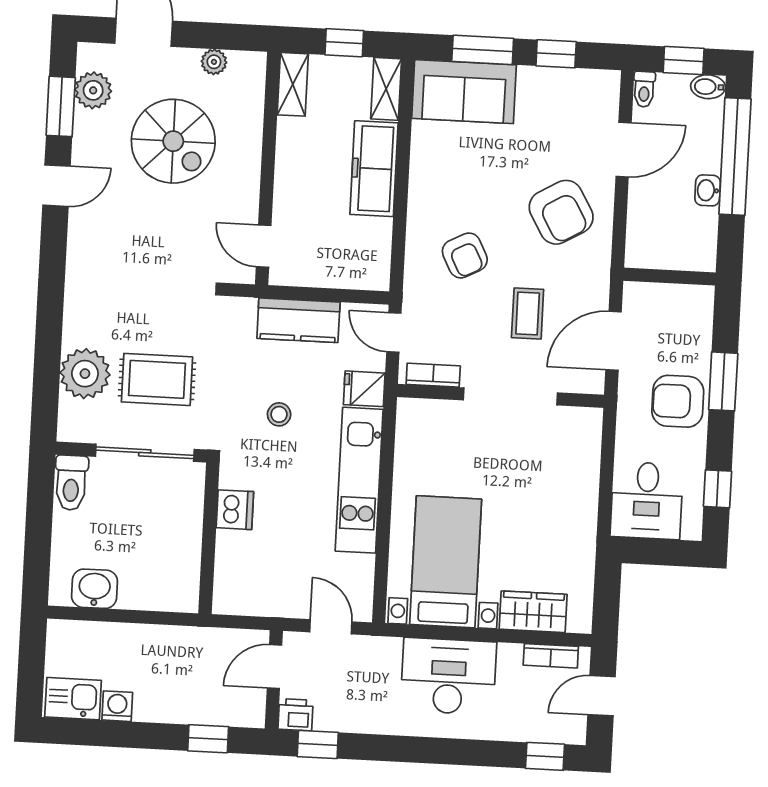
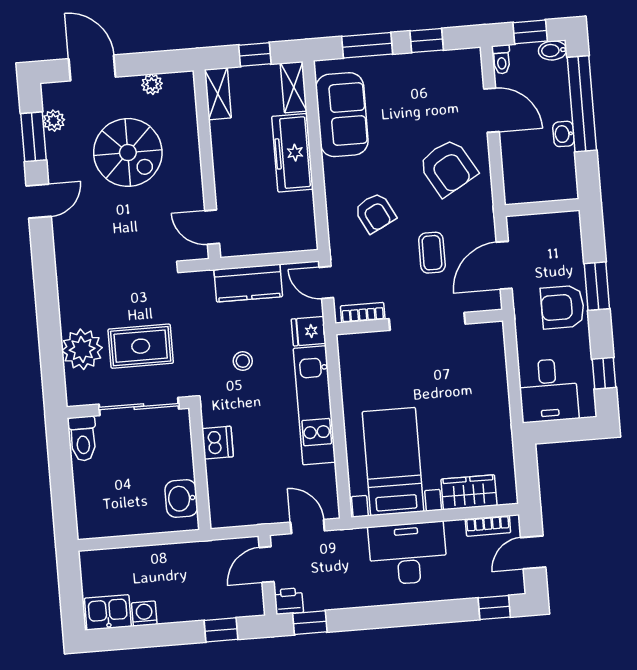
plant: (93, 90) -> (54, 121), width x0.73, depth x0.73
sofa: (464, 92) -> (342, 115), moved, turned -90
door: (624, 150) -> (491, 110), hinge flipped
washbasin: (95, 589) -> (181, 498), moved, turned -90

